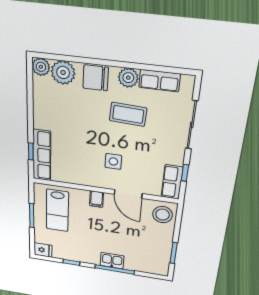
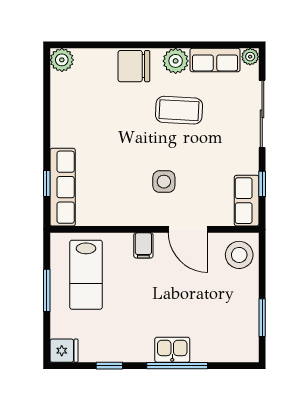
plant: (63, 73) -> (250, 57), moved, width x0.53, depth x0.53

